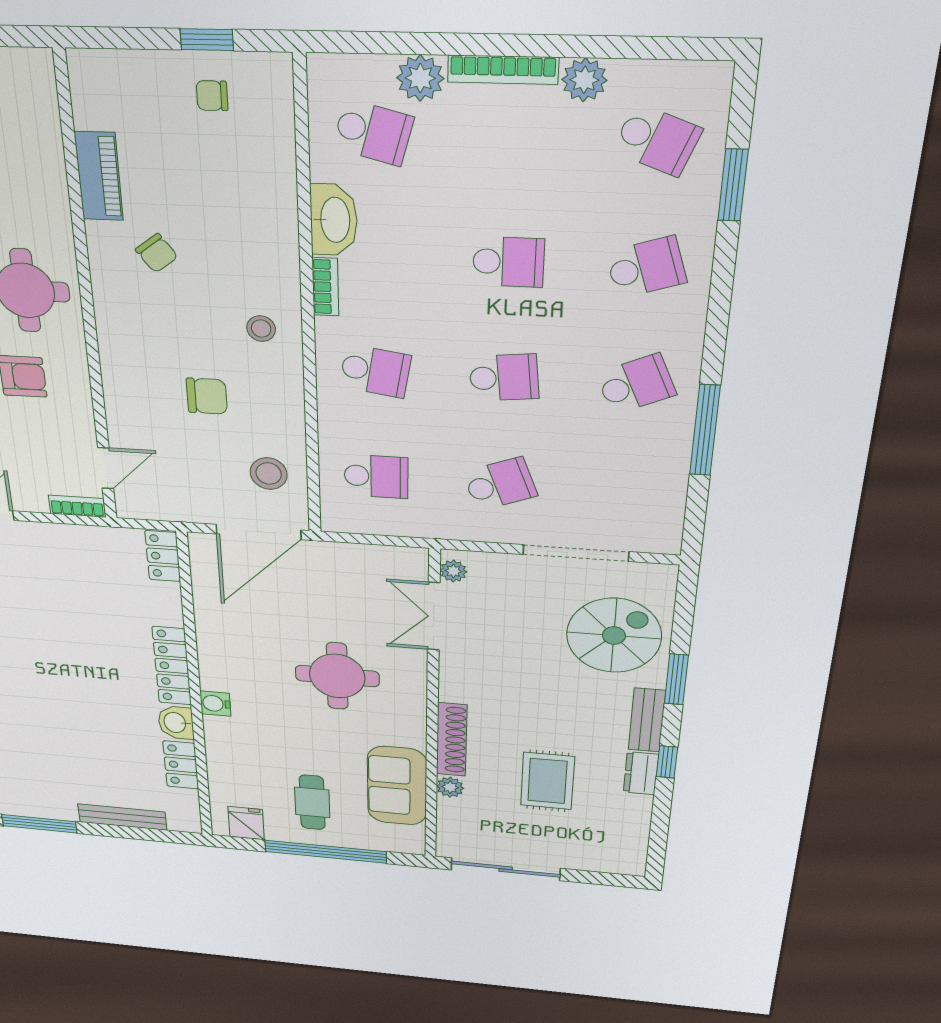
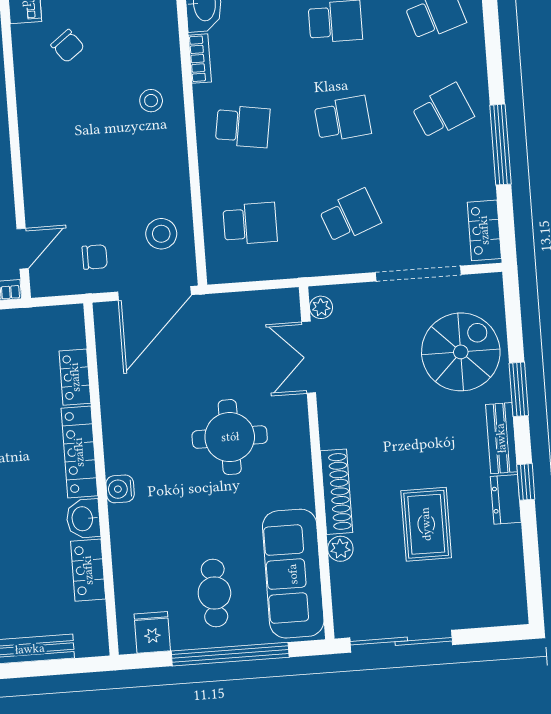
chair: (207, 396) -> (95, 257), moved, width x0.73, depth x0.73
locker: (666, 520) -> (484, 230), added
locker: (163, 556) -> (75, 377), moved
sofa: (397, 786) -> (293, 574), width x1.36

